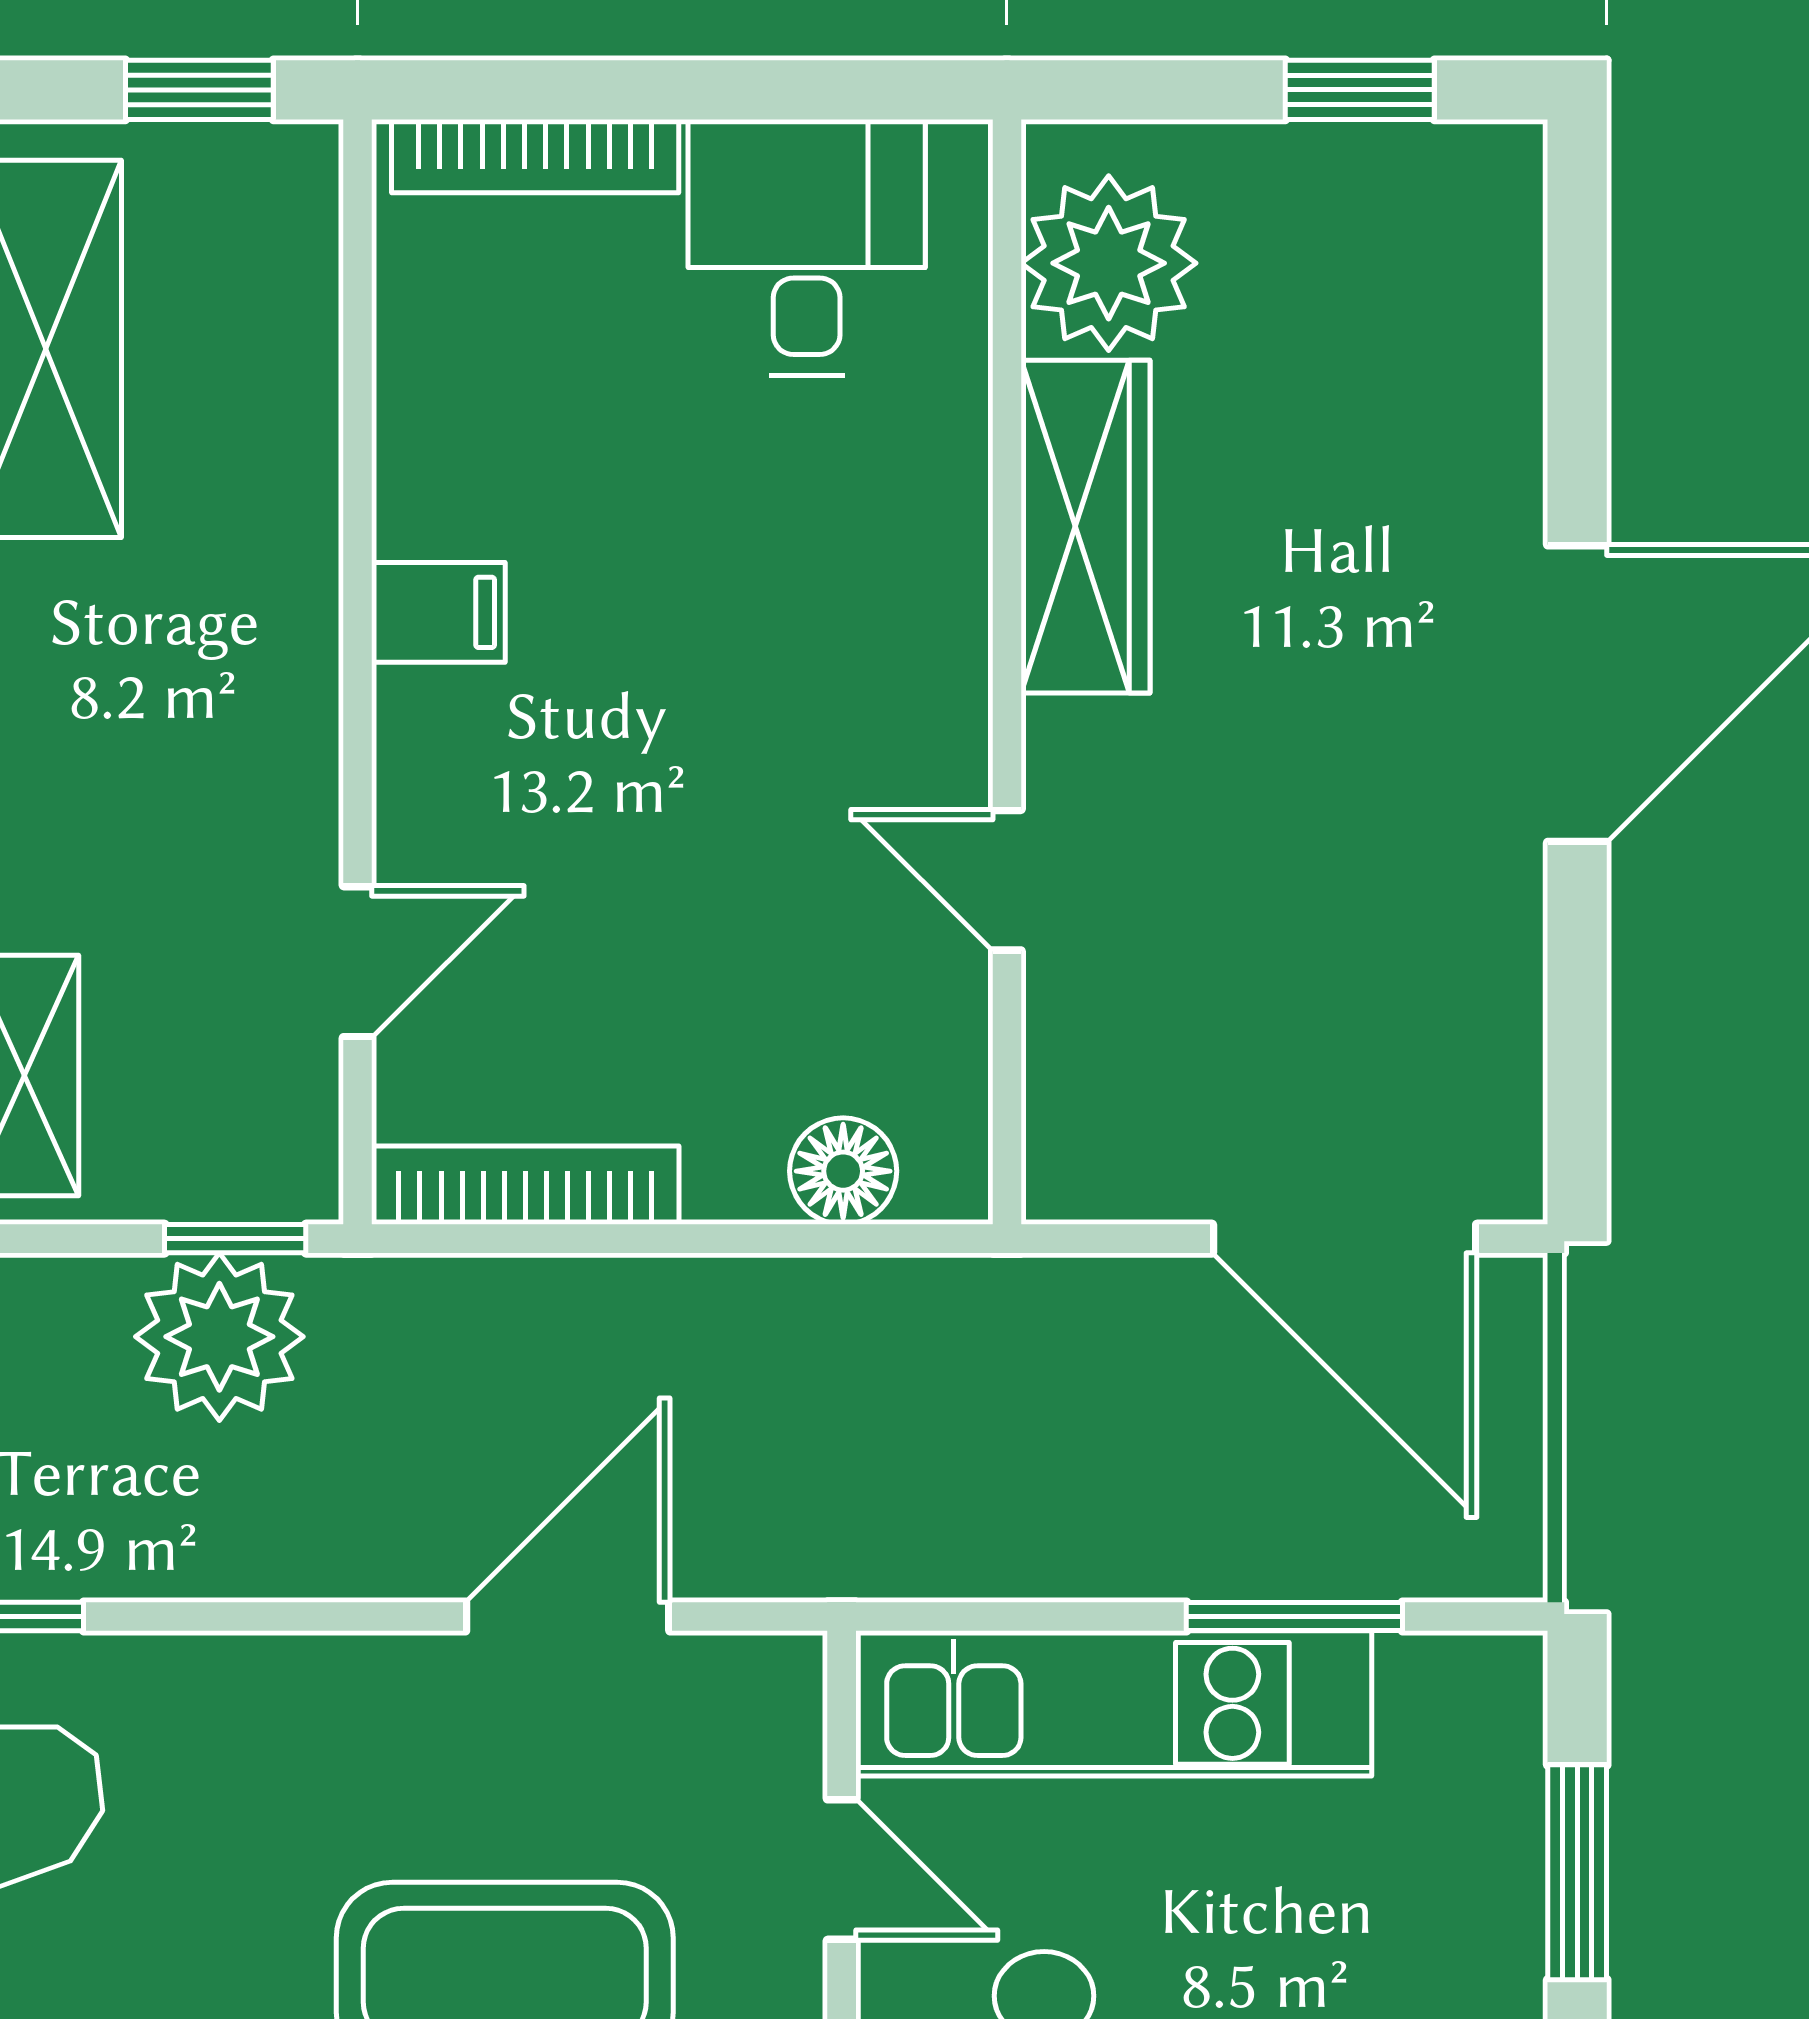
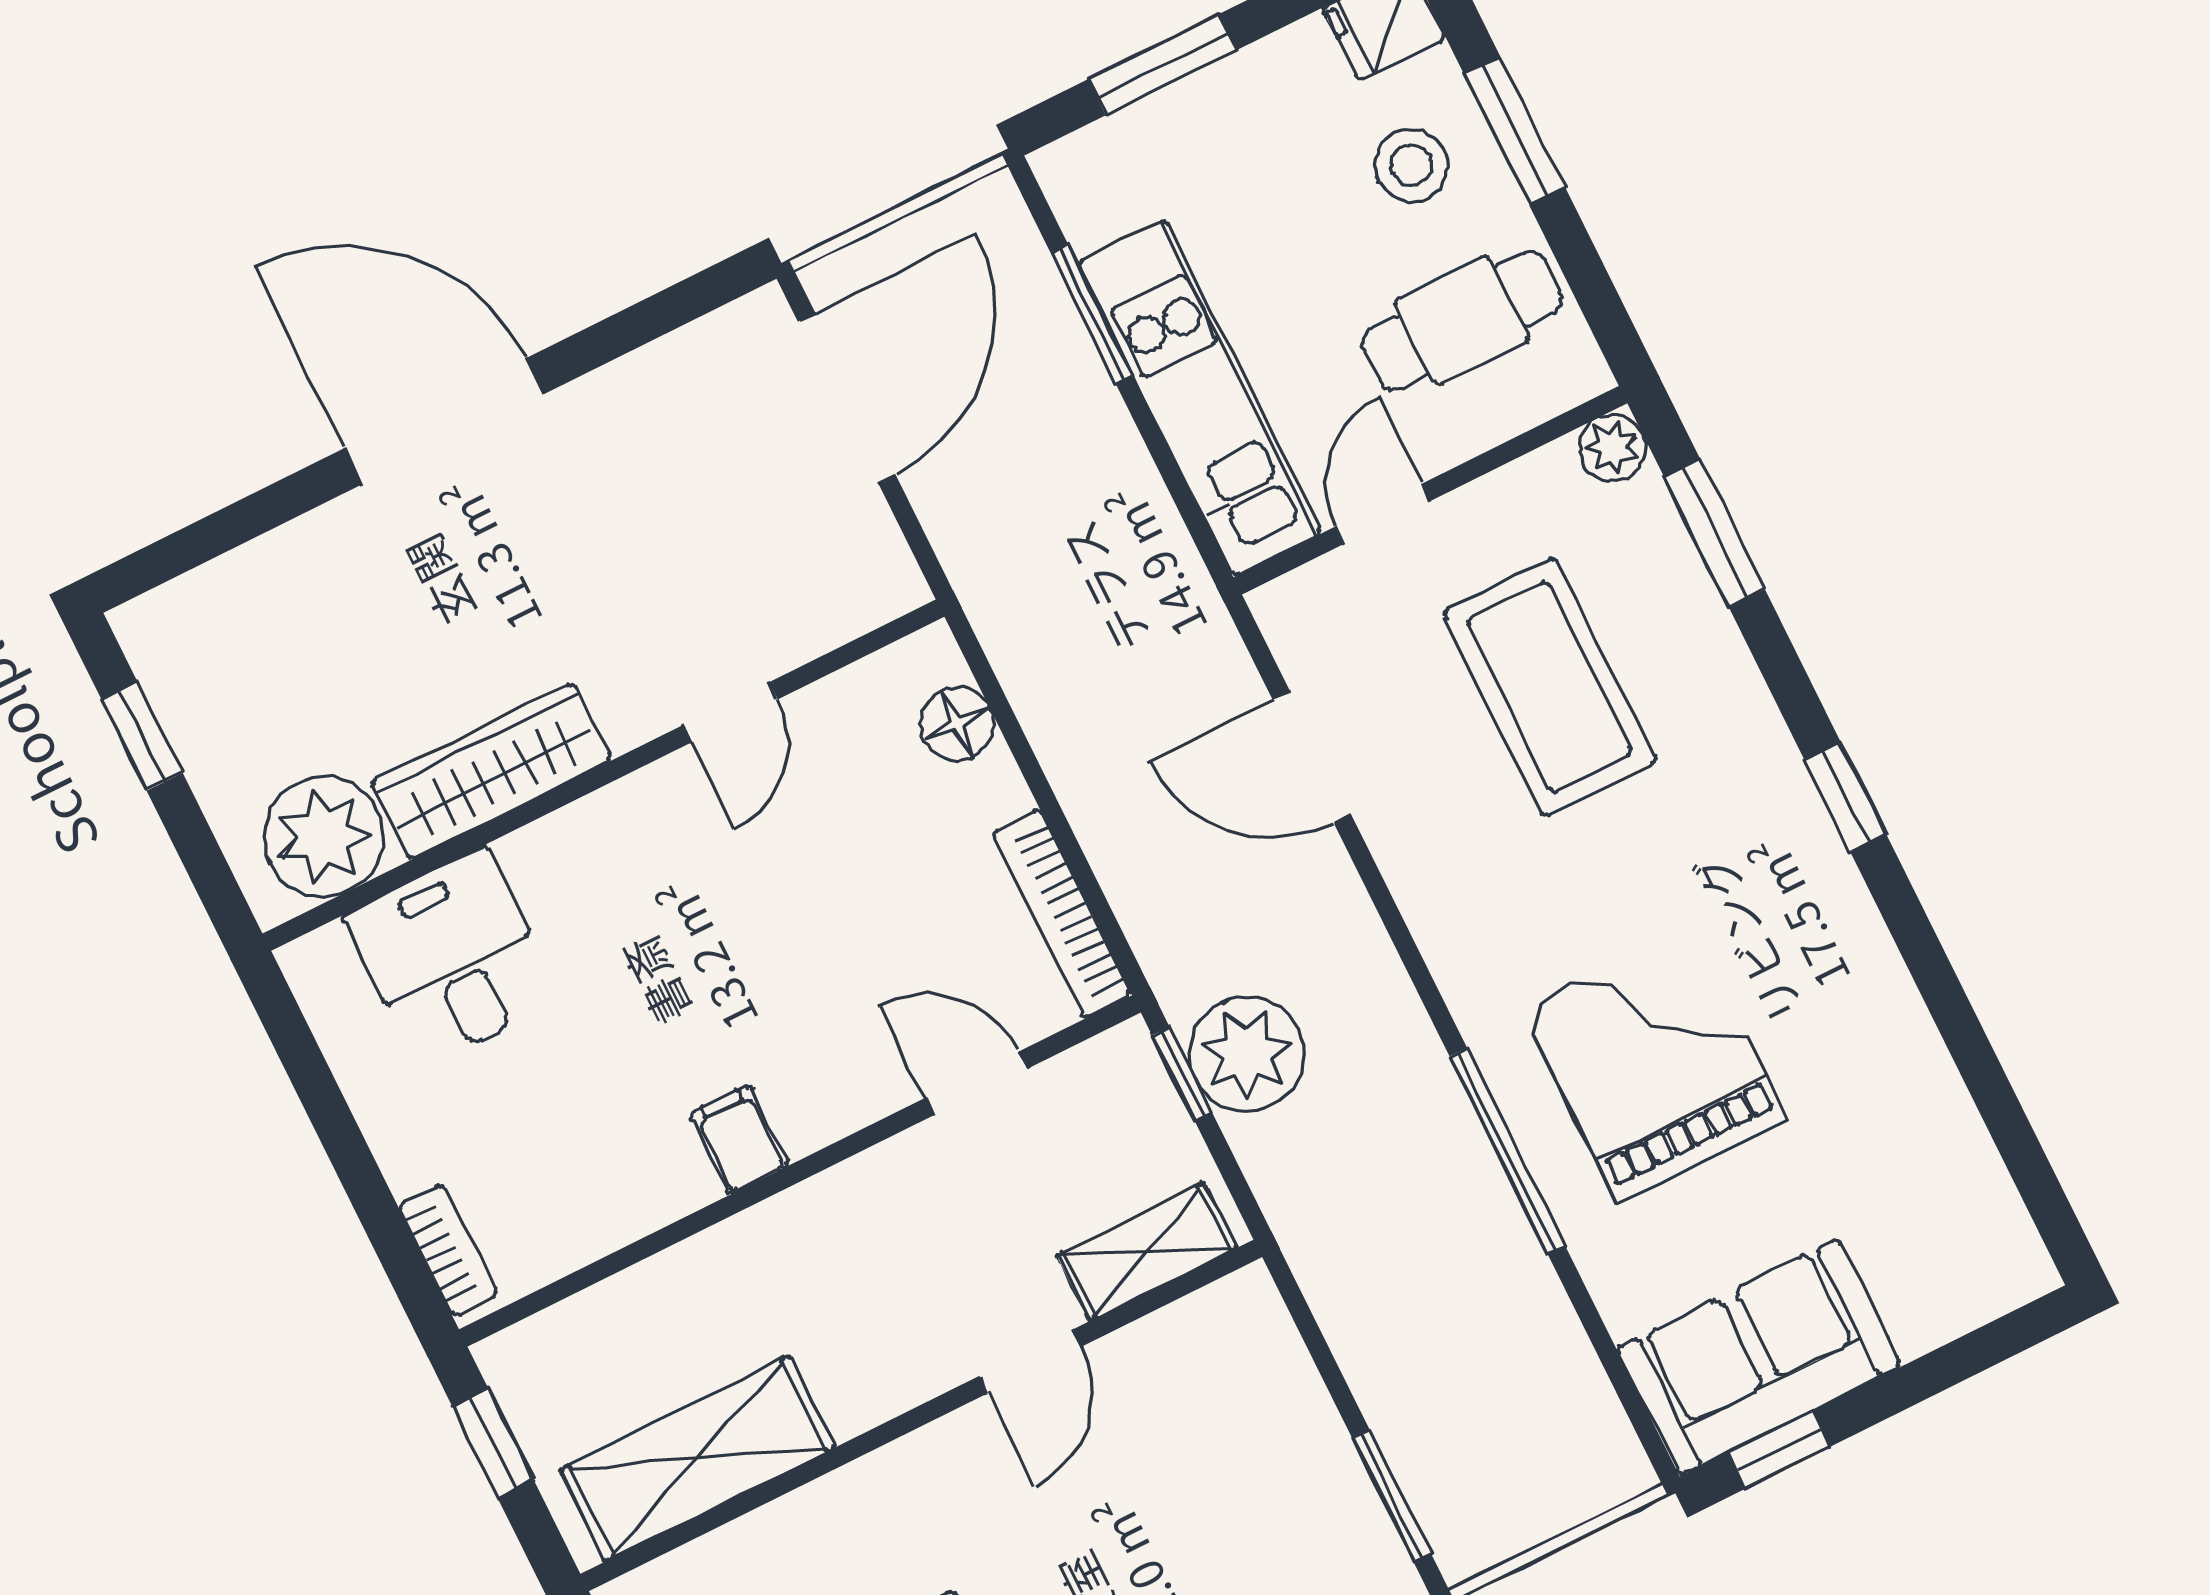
bookcase: (535, 156) -> (448, 1250), width x0.64
desk: (807, 247) -> (452, 958), moved, turned 90

